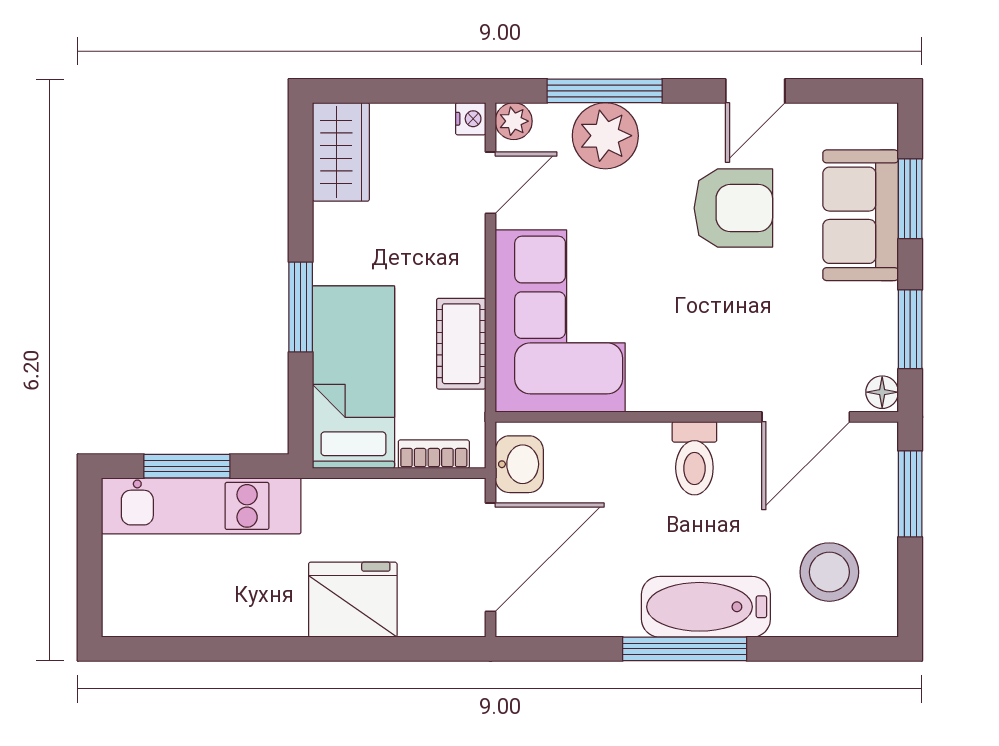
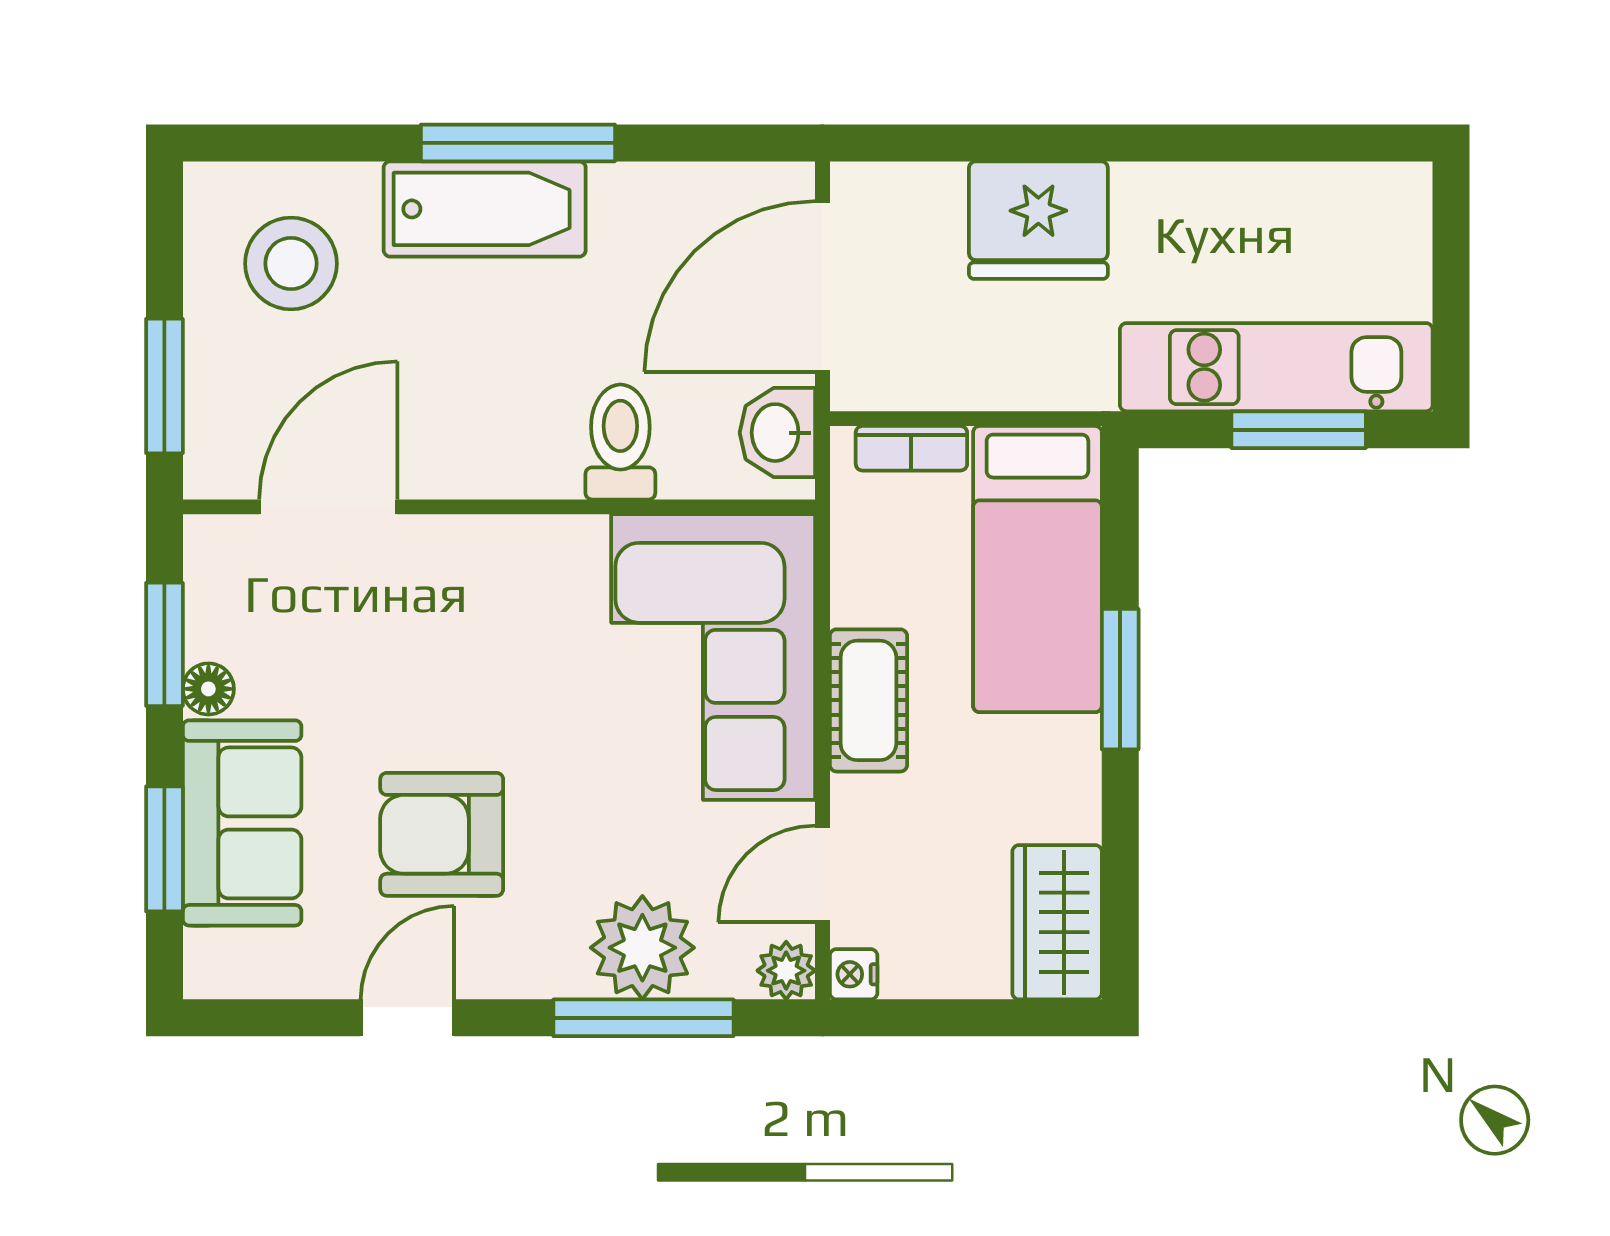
cot: (461, 344) -> (868, 700), moved
floor lamp: (882, 392) -> (208, 689), moved
toilet: (694, 458) -> (620, 442), moved

